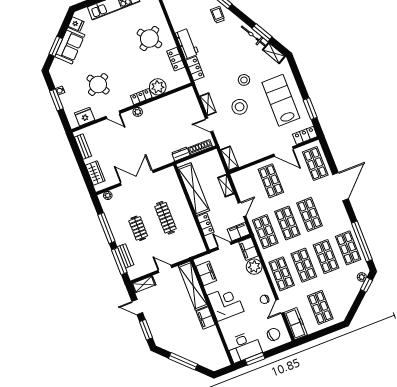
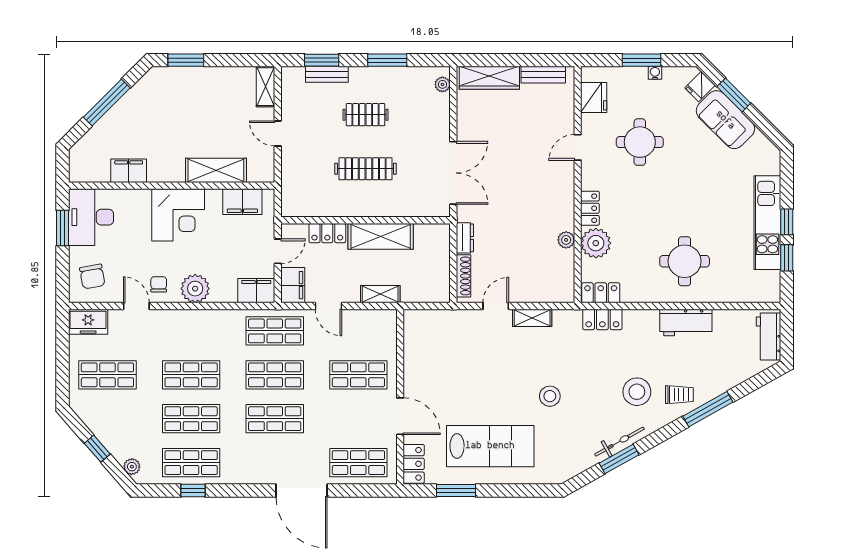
fridge: (76, 24) -> (700, 86), moved
round table: (149, 39) -> (685, 261), turned 35
workbench: (187, 44) -> (686, 322), moved
shelving: (274, 53) -> (576, 466), removed
locker: (176, 59) -> (601, 293), moved
round table: (98, 85) -> (640, 142), turned 30
stool: (240, 107) -> (637, 392), moved
plant: (138, 112) -> (566, 240), moved
door: (284, 152) -> (400, 416), swing flipped
shelving: (230, 158) -> (425, 319), removed
wardrobe: (95, 173) -> (489, 78), width x1.50
double door: (137, 178) -> (453, 173), moved
shelving: (194, 189) -> (381, 236), width x0.68
window: (106, 228) -> (387, 60), width x0.69
window: (362, 241) -> (193, 491), width x0.32
window: (119, 261) -> (322, 60), width x0.69
plant: (254, 267) -> (195, 289), moved
door: (165, 269) -> (278, 133), swing flipped
shop shelf: (282, 274) -> (191, 331), removed
window: (366, 285) -> (97, 449), moved
shelving: (193, 286) -> (216, 170), width x0.68
door: (137, 307) -> (231, 60), removed
filing cabinet: (206, 318) -> (129, 171), moved
freezer: (296, 324) -> (88, 322), width x0.71

